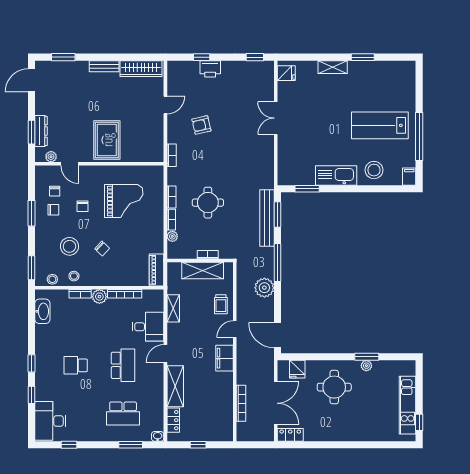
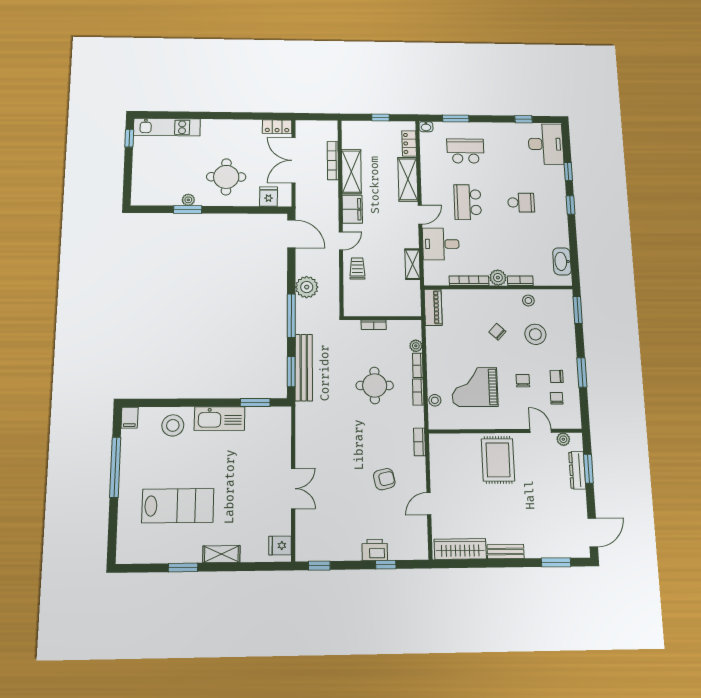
lab bench: (380, 125) -> (178, 506), moved
shelving: (203, 270) -> (351, 172), moved, turned 90
stool: (52, 279) -> (435, 400), moved
kitchen unit: (408, 405) -> (167, 127), moved, turned 90

